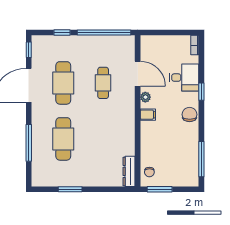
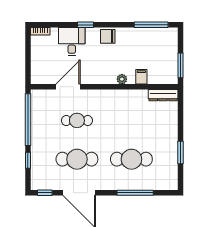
plant: (145, 97) -> (122, 79), moved
filing cabinet: (148, 115) -> (141, 77), moved
chair: (149, 172) -> (164, 75), removed

